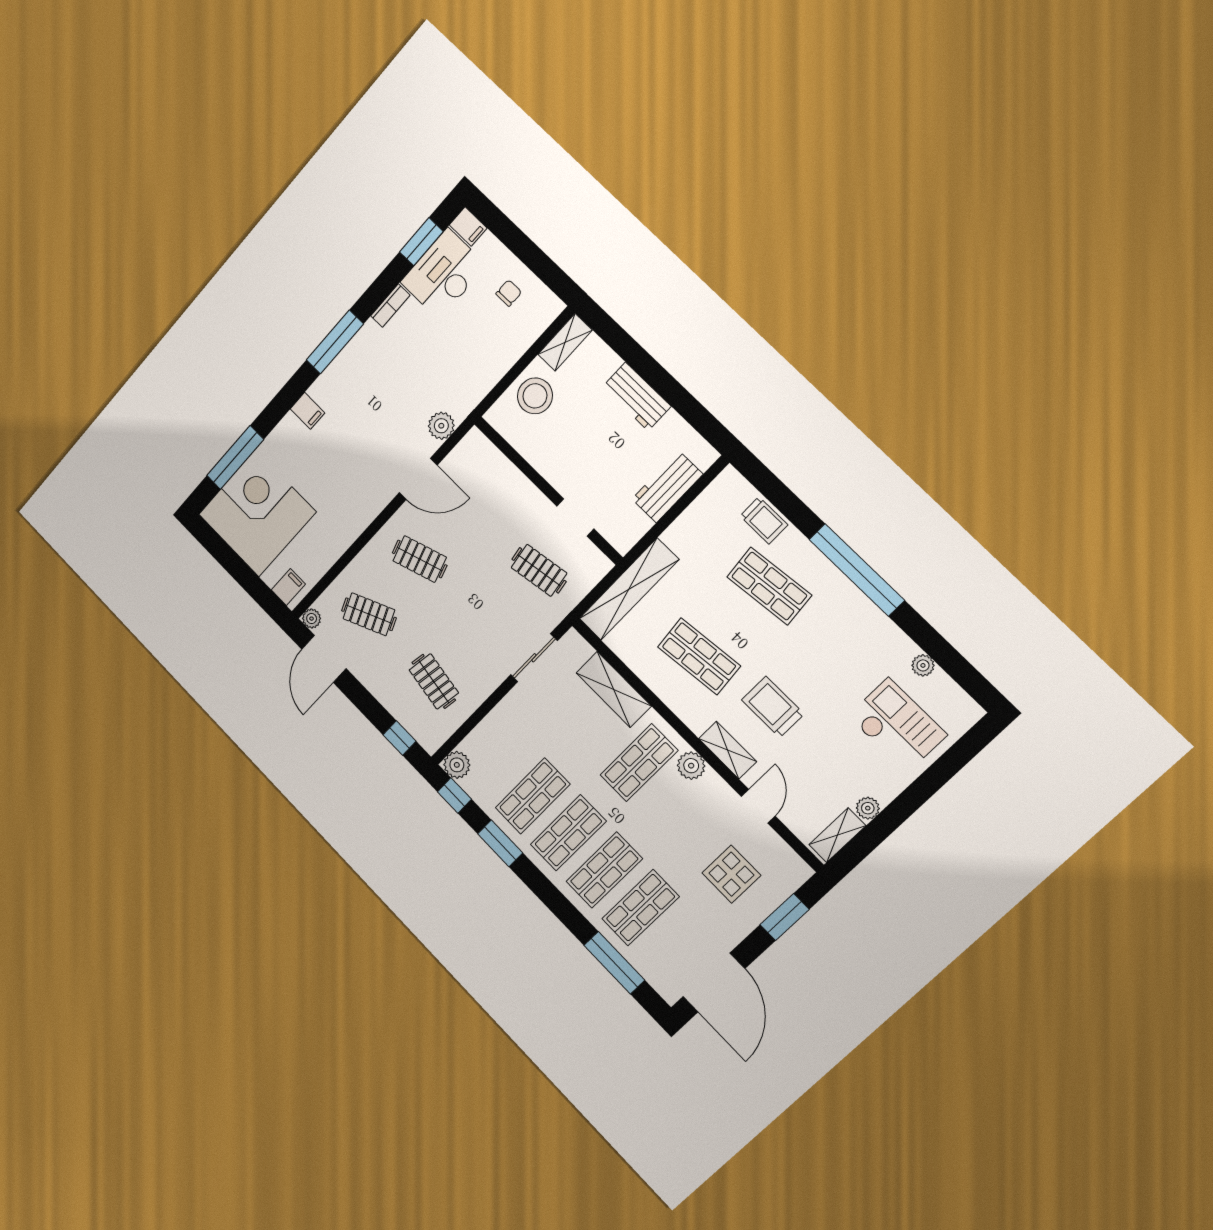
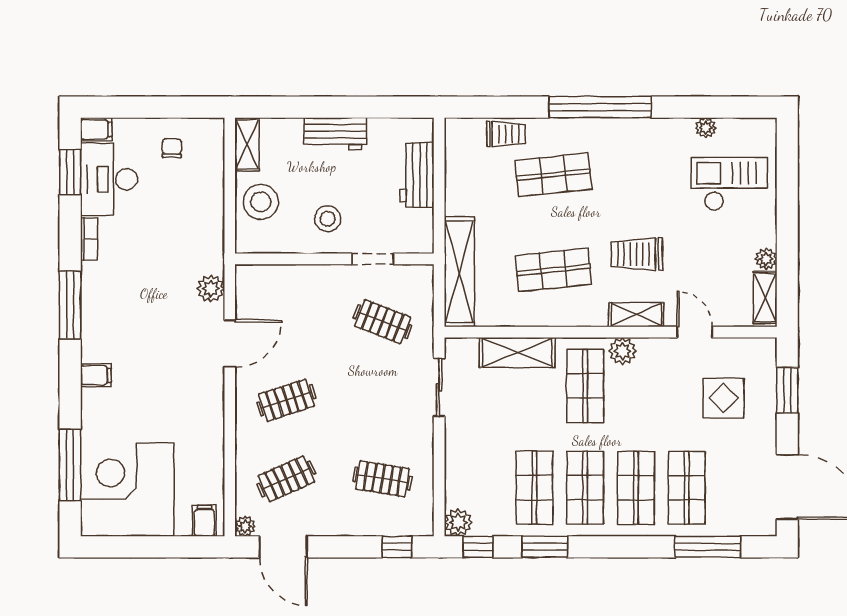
stool: (571, 455) -> (328, 219), added
clothes rail: (539, 570) -> (383, 322), turned 30

